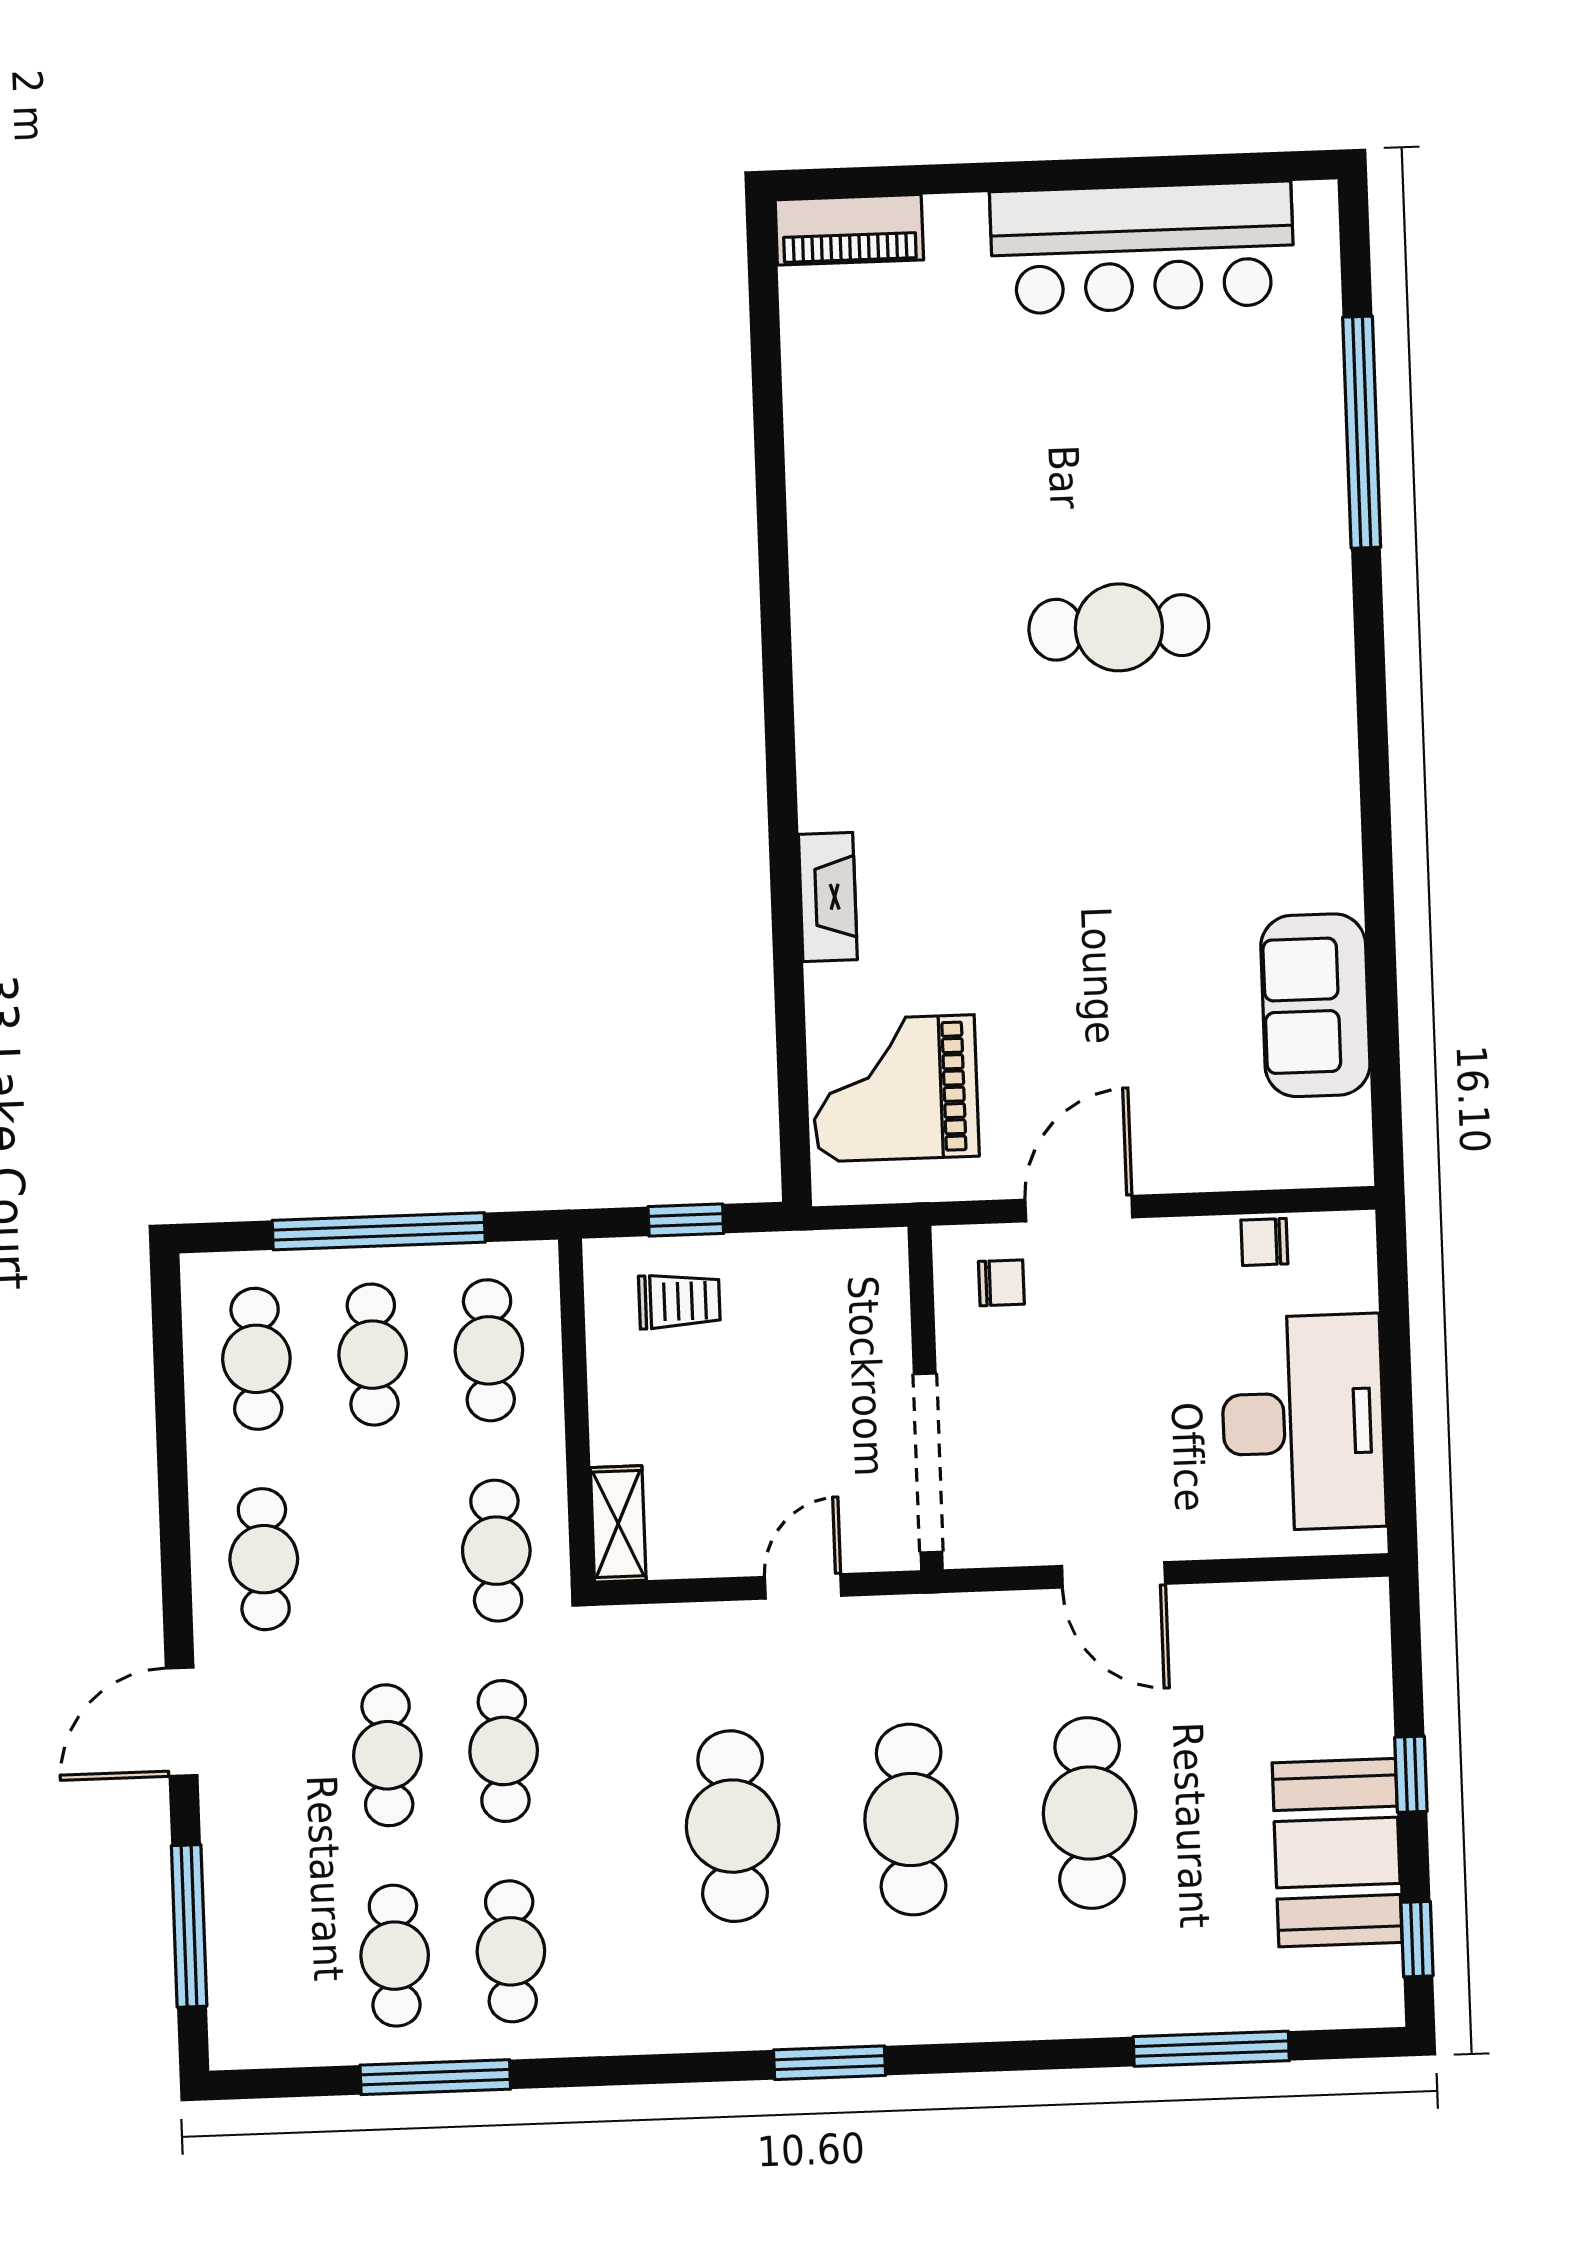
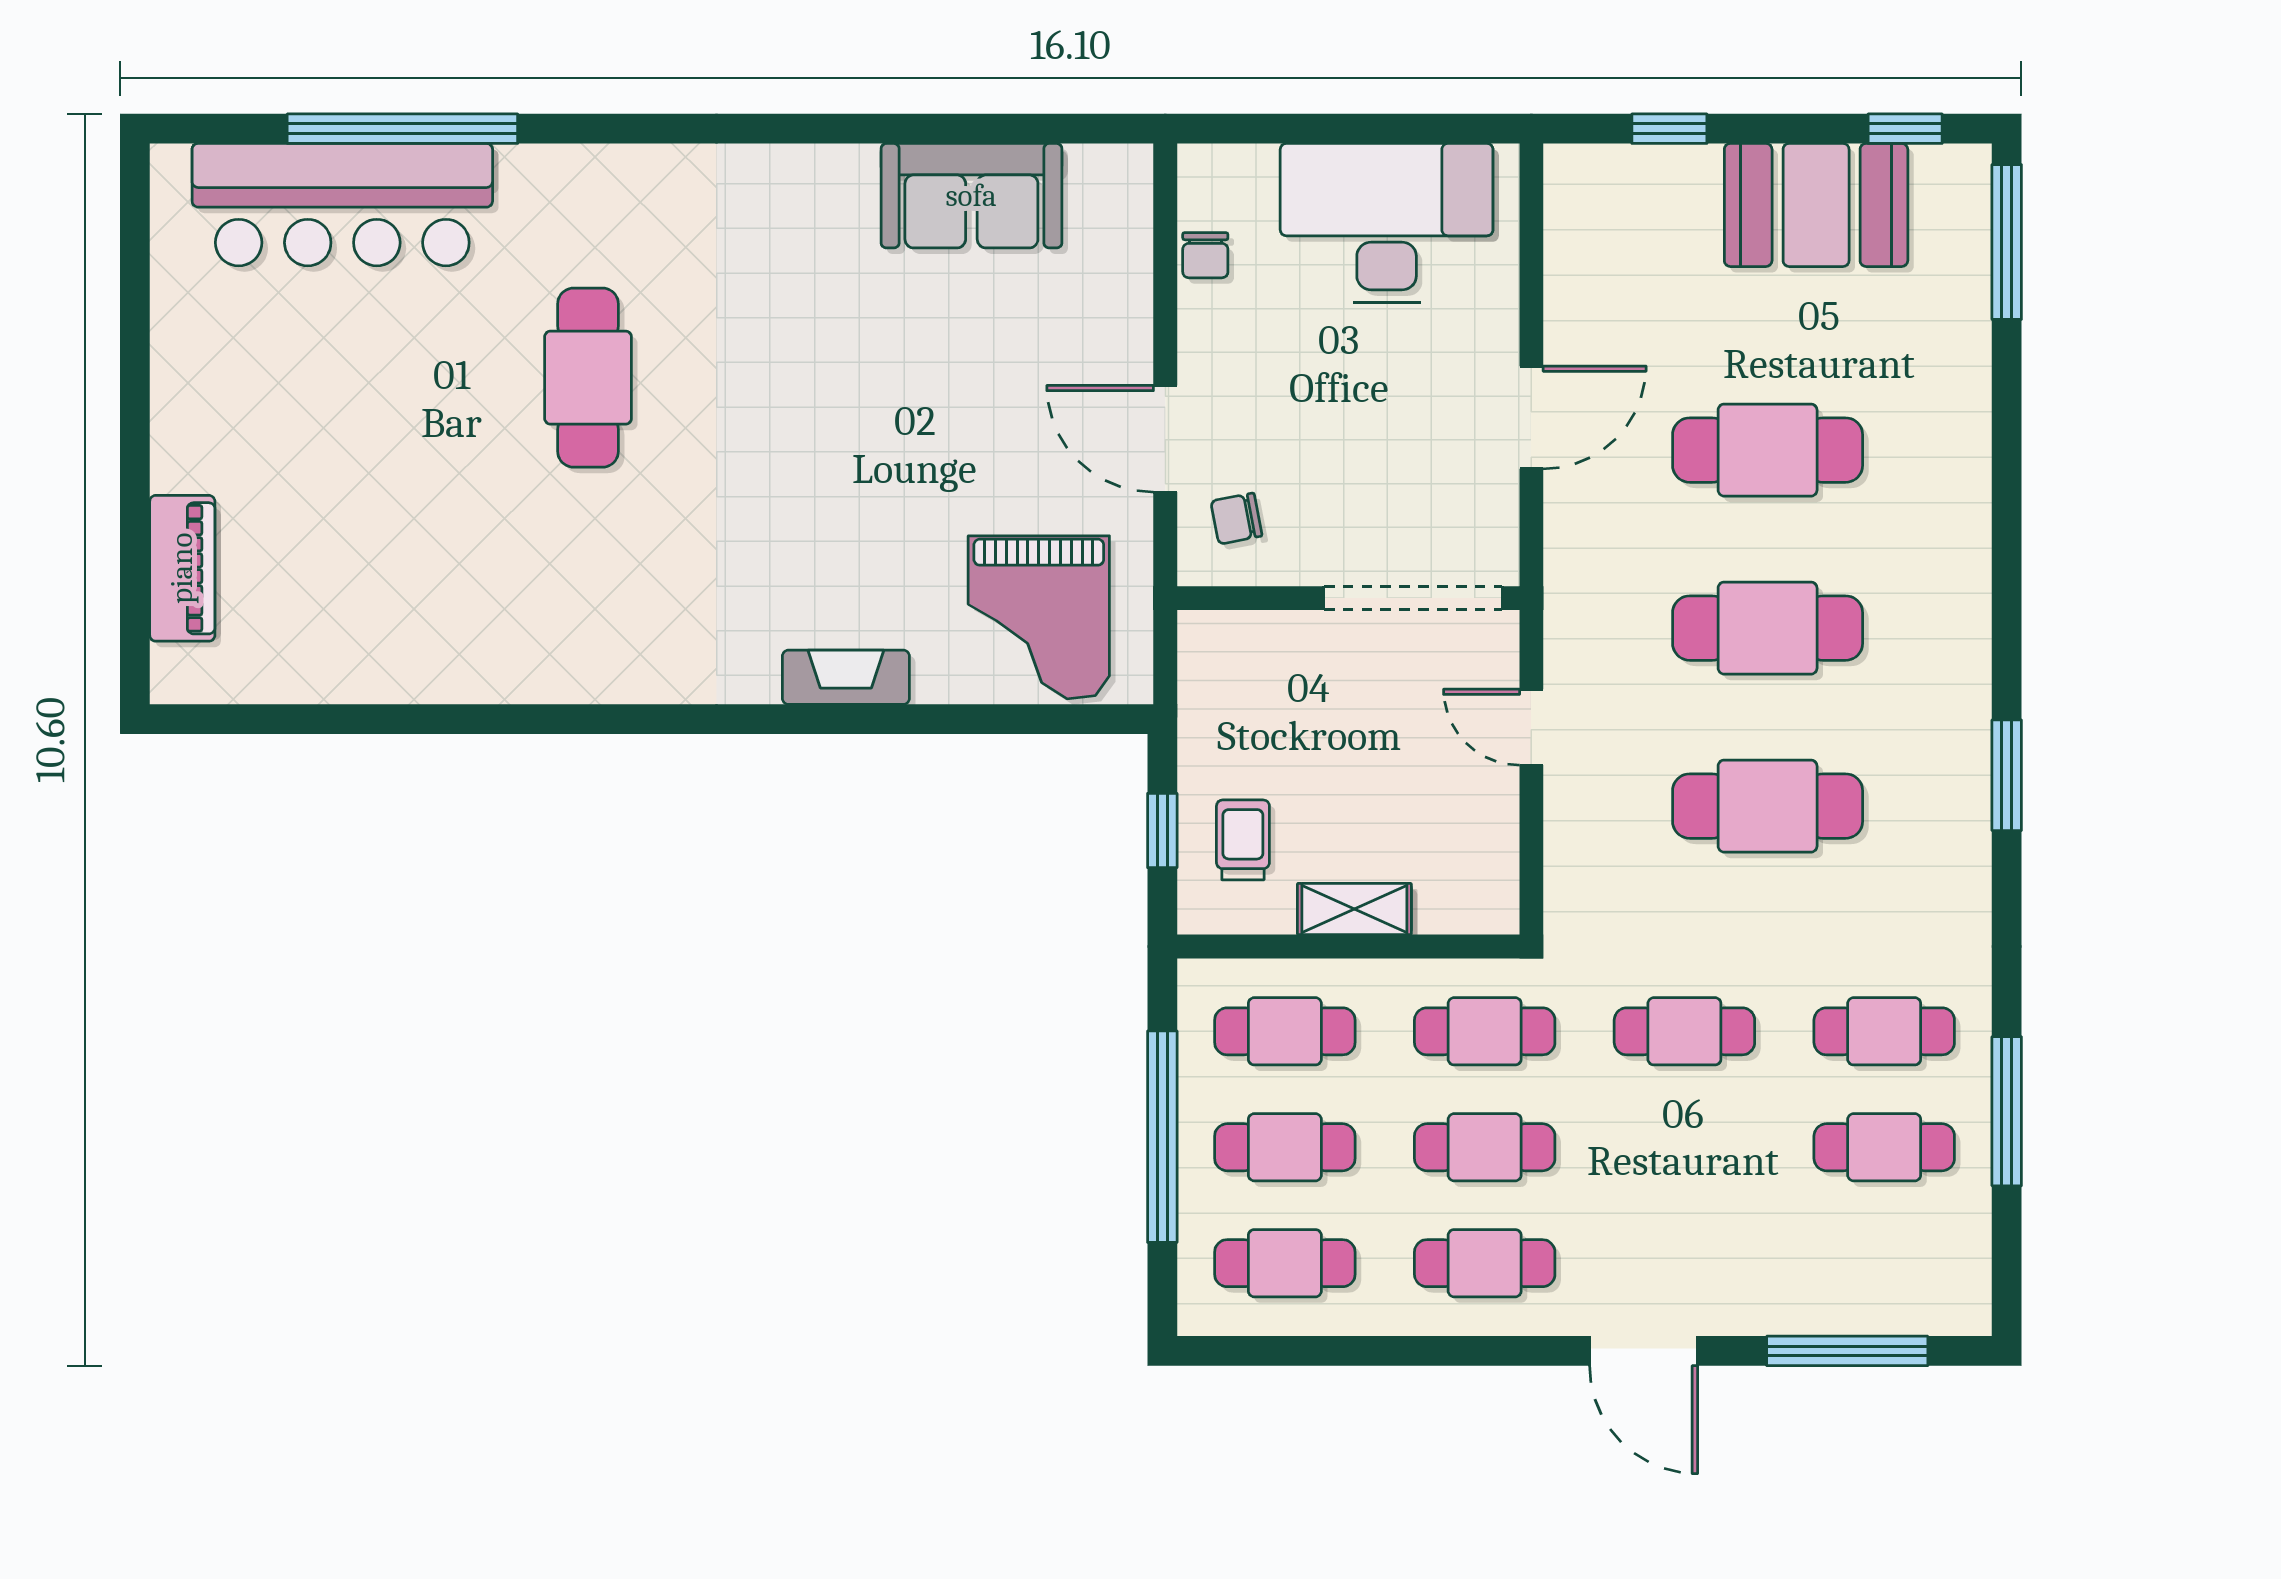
piano: (849, 230) -> (182, 568), moved
bar counter: (1142, 248) -> (342, 205), moved, turned 90
chair: (1001, 1283) -> (1236, 519), turned -101
shelving: (618, 1524) -> (1354, 909), moved
cafe table: (387, 1755) -> (1485, 1147), moved
window: (1411, 1774) -> (1669, 129), moved
window: (1211, 2049) -> (2007, 242), moved
window: (829, 2063) -> (2007, 775), moved

